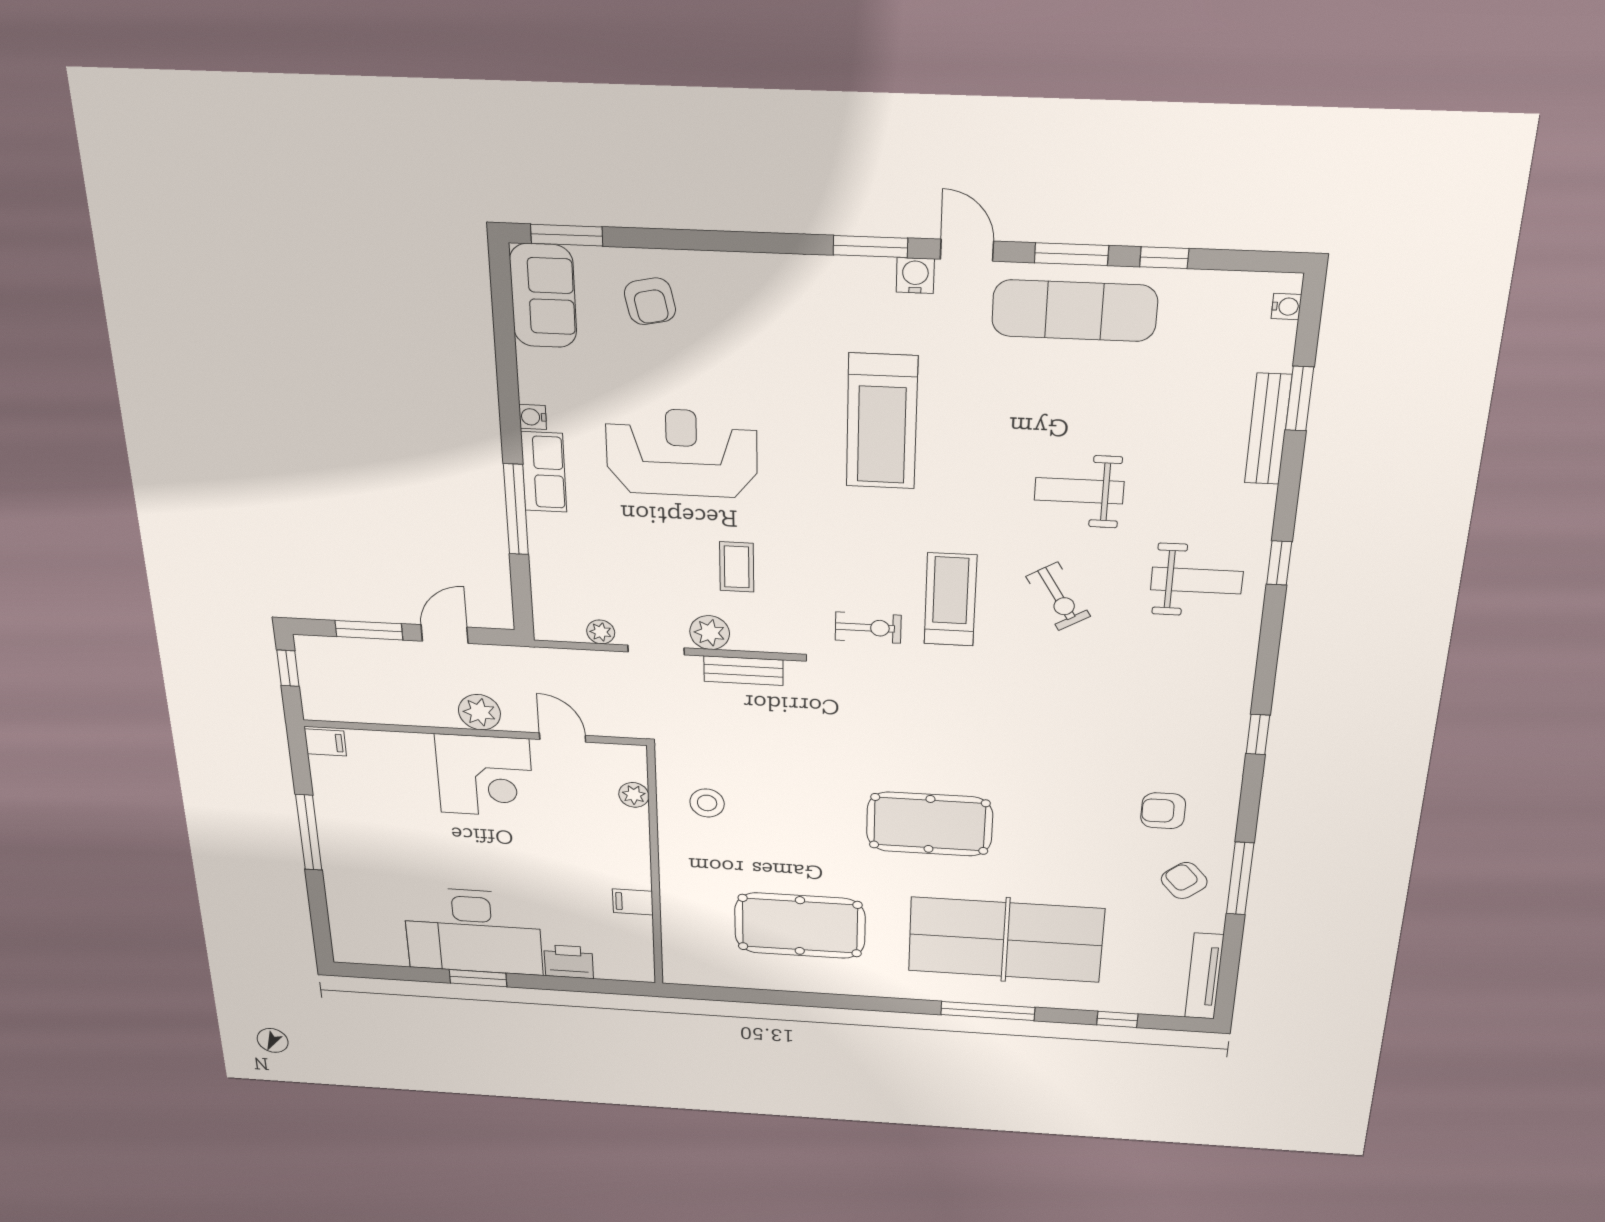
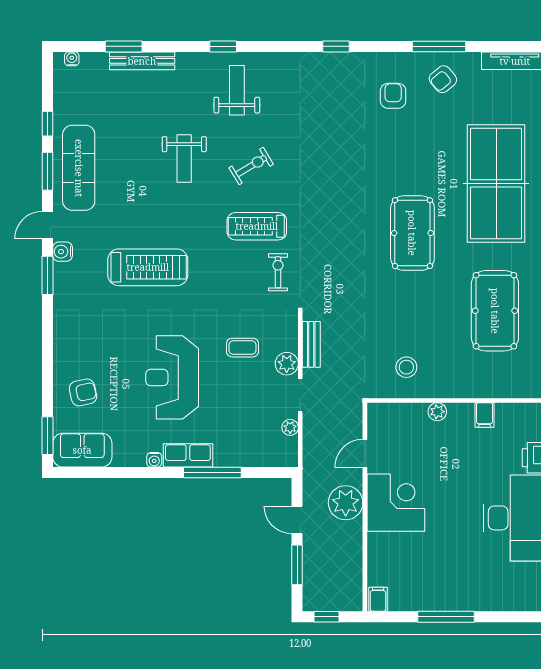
plant: (479, 712) -> (346, 503), width x1.36, depth x1.36
plant: (634, 795) -> (437, 412), moved
armchair: (1163, 811) -> (393, 96), turned 180

